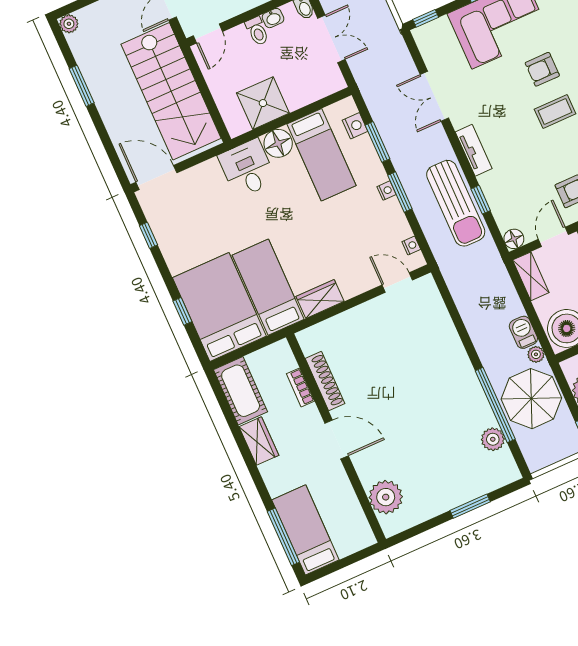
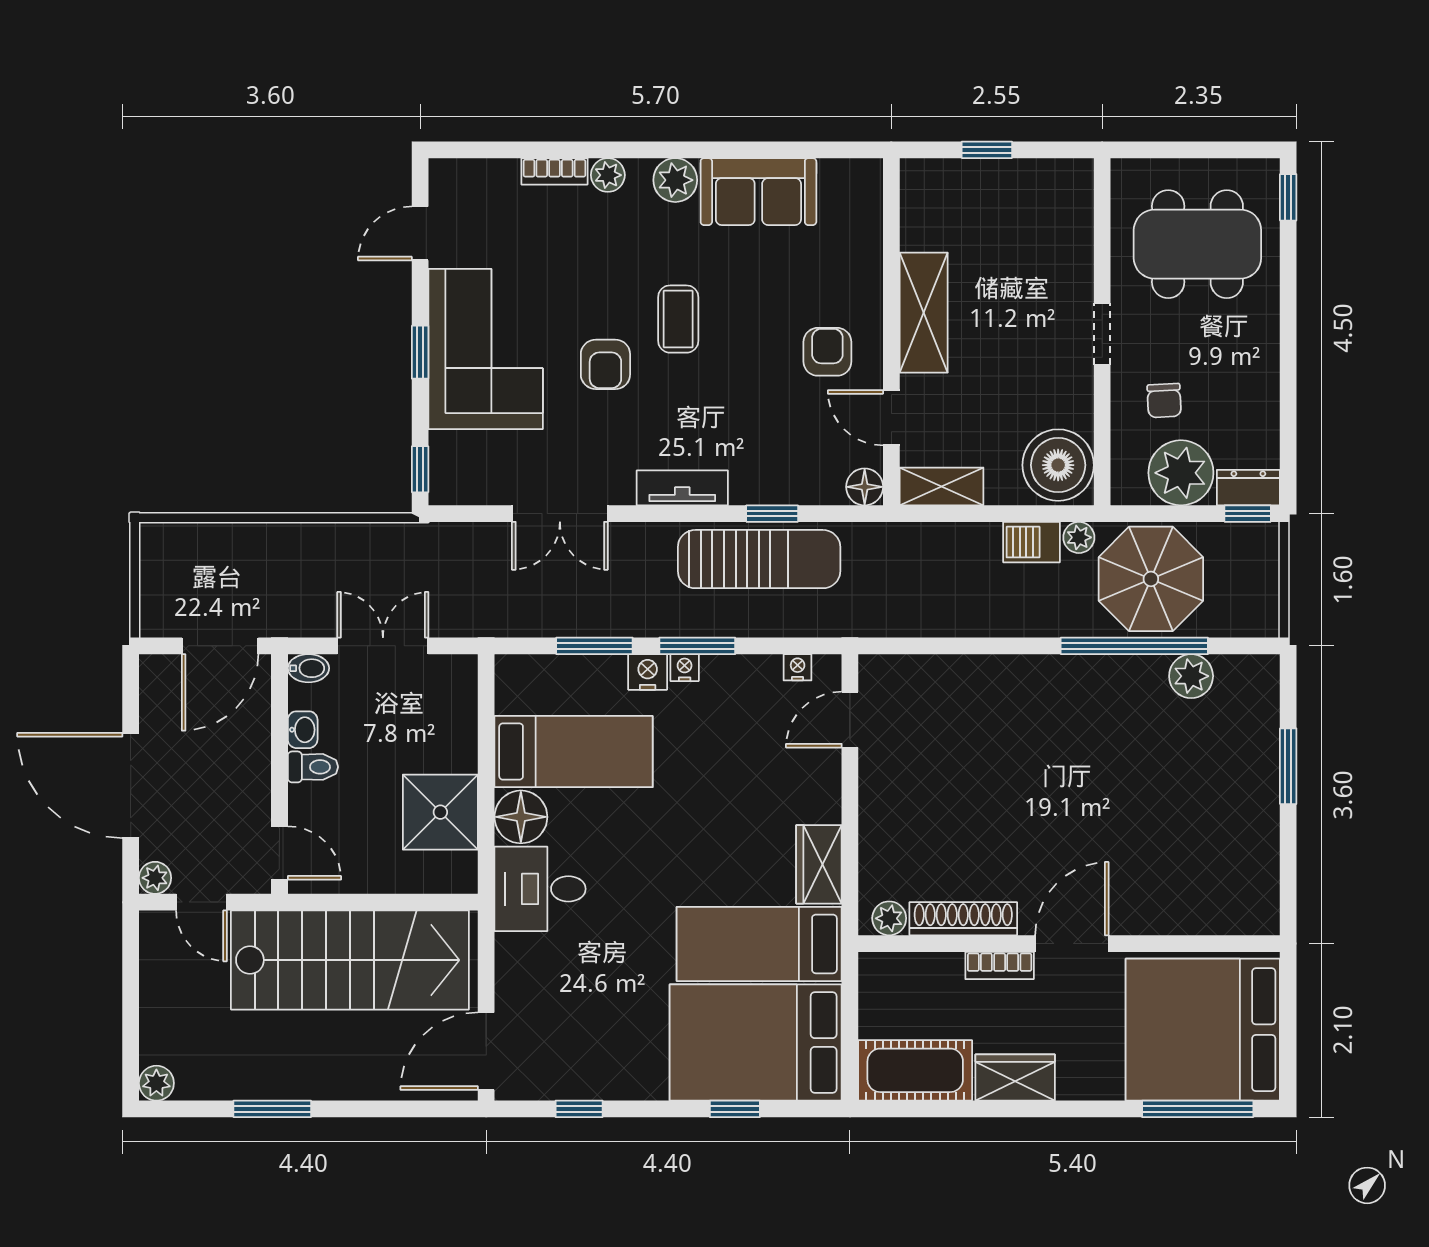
armchair: (542, 69) -> (605, 364), moved
nightstand: (355, 126) -> (648, 672), moved
bookcase: (300, 387) -> (1000, 965), moved
plant: (386, 497) -> (889, 918), moved, width x0.53, depth x0.53
bed: (305, 530) -> (1203, 1030), width x2.04

